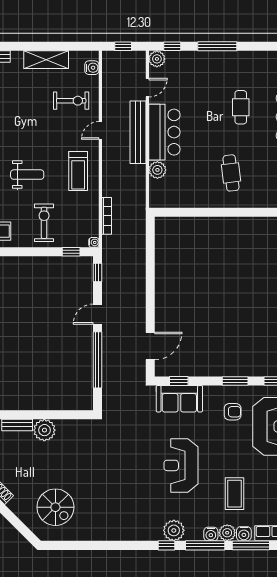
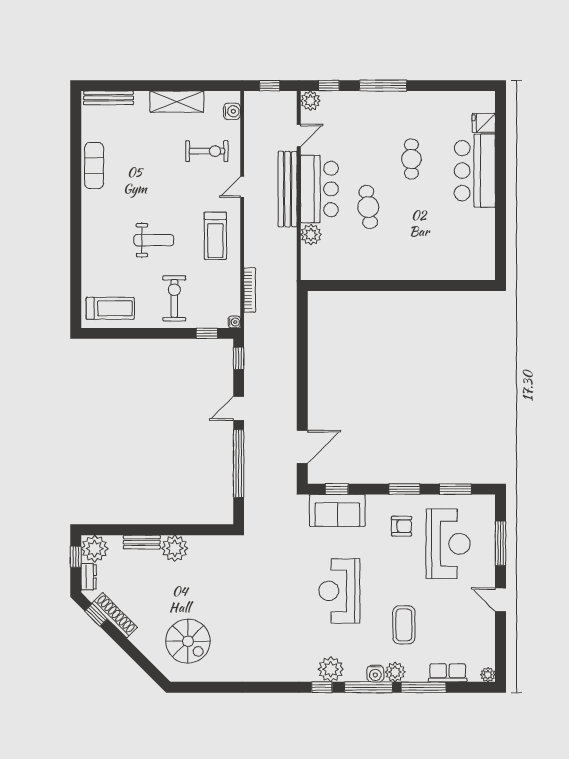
cafe table: (231, 173) -> (368, 207), moved
water cooler: (244, 534) -> (415, 673), removed

